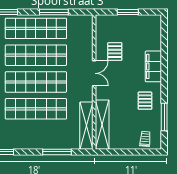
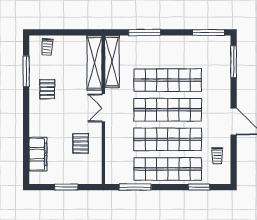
window: (54, 12) -> (135, 187), moved
filing cabinet: (153, 66) -> (38, 154), moved
double door: (94, 73) -> (103, 108), moved

